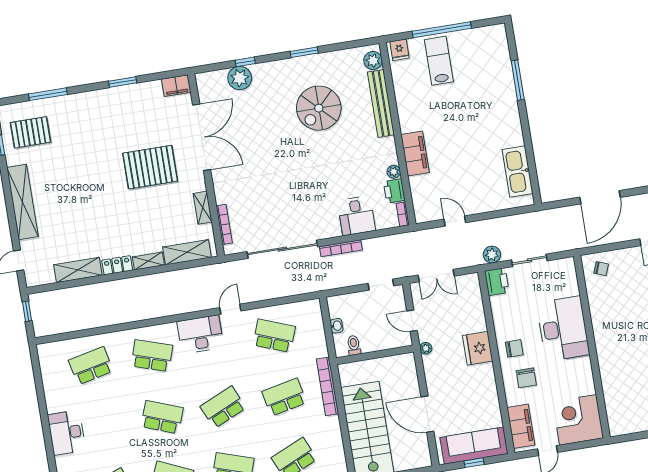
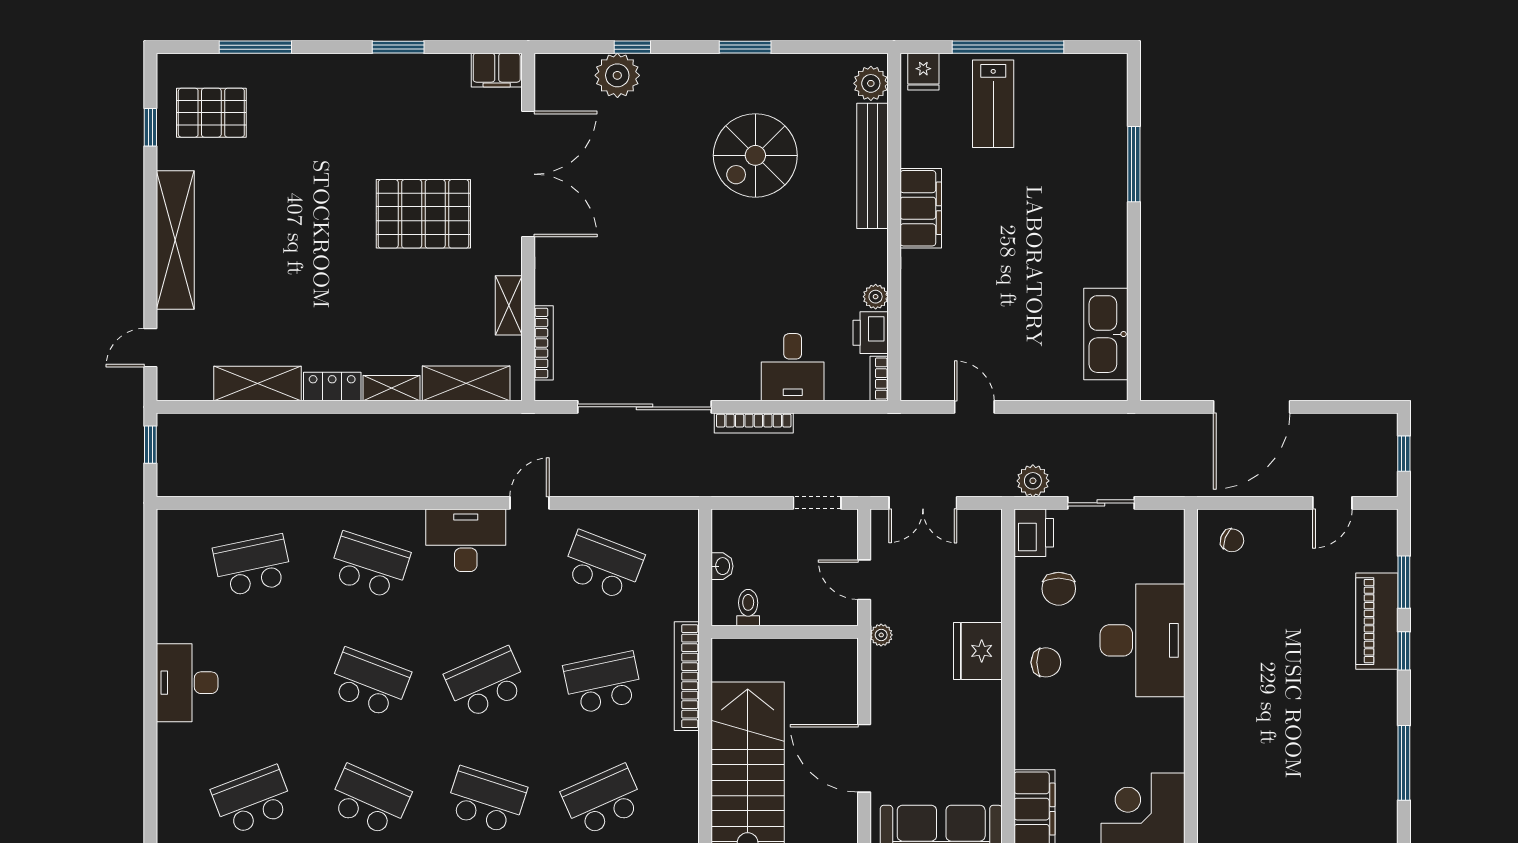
lab bench: (439, 61) -> (993, 104), turned 180
filing cabinet: (415, 153) -> (921, 208), moved
chair: (526, 378) -> (1059, 589), moved

